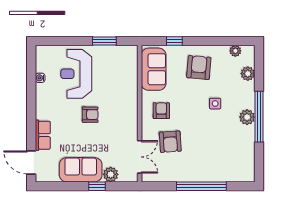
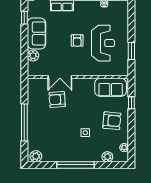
reception desk: (76, 74) -> (103, 43), moved, turned 90
armchair: (161, 111) -> (80, 93), removed
plant: (247, 117) -> (36, 156), moved
double door: (140, 157) -> (60, 77), moved
window: (97, 186) -> (24, 18), moved

